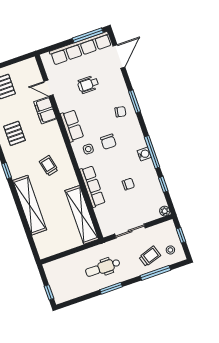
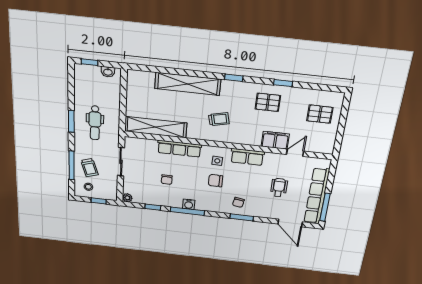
dental chair: (103, 268) -> (95, 123), turned 180
washbasin: (50, 274) -> (108, 72), added

